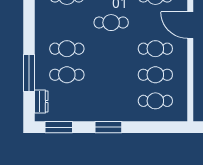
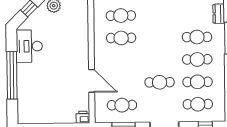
cafe table: (155, 49) -> (198, 82), moved

